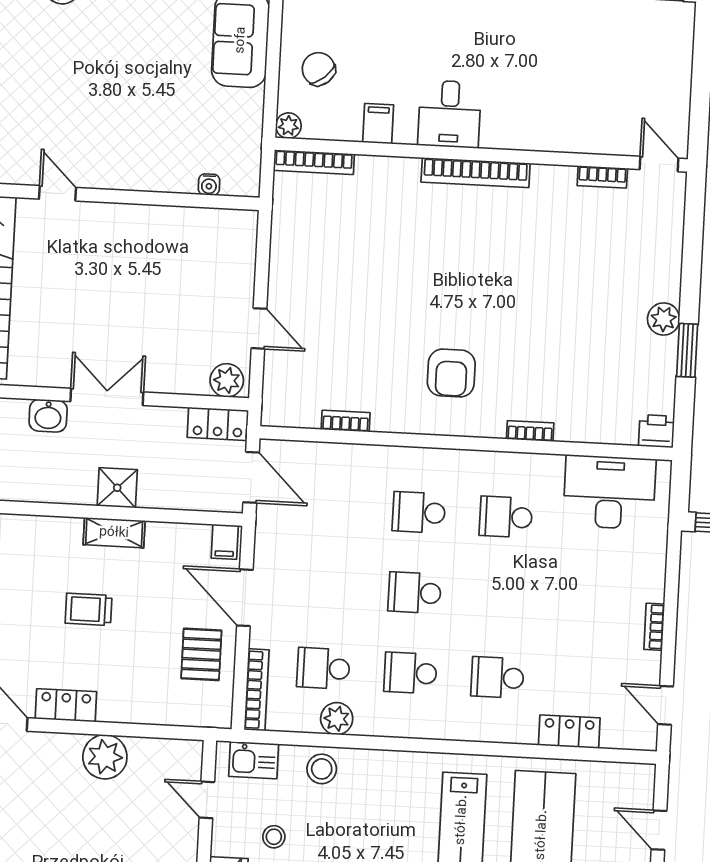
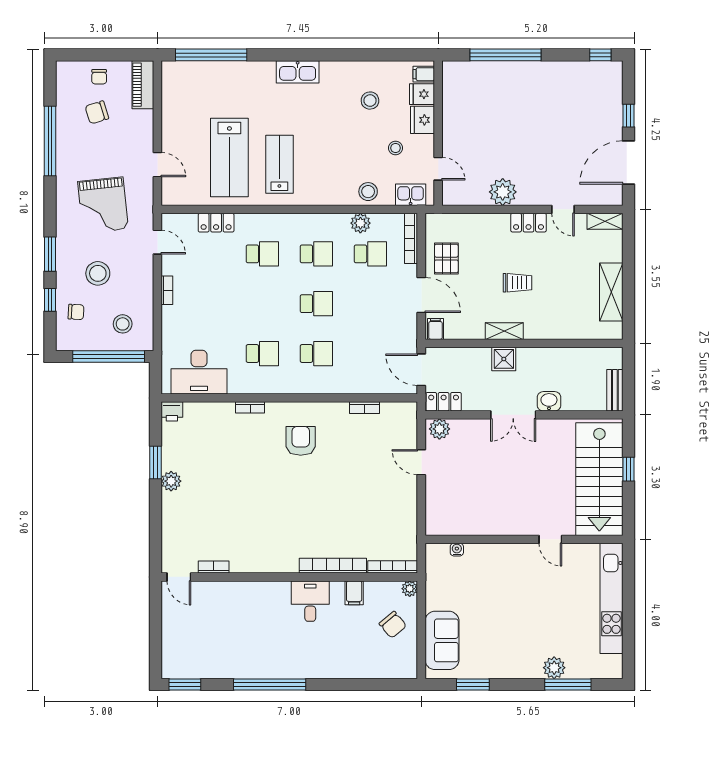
bookcase: (476, 173) -> (333, 566), moved

